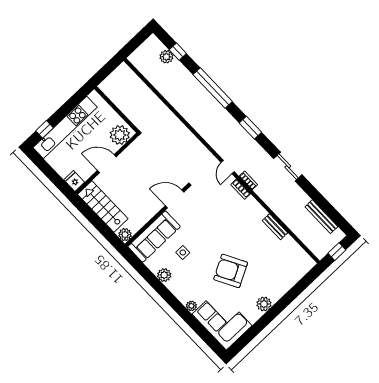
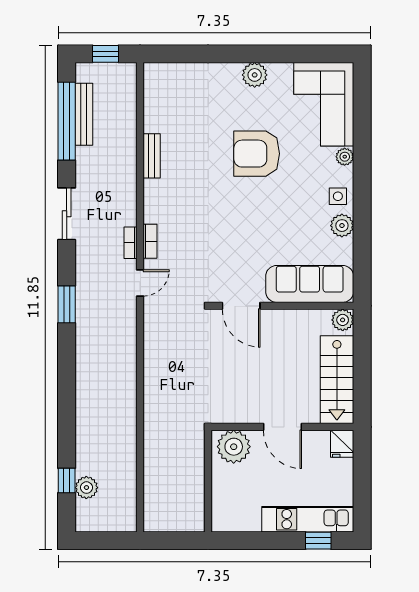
window: (213, 88) -> (67, 121), moved
kitchen unit: (65, 127) -> (308, 519), width x0.73
side table: (183, 252) -> (338, 196), moved
armchair: (231, 271) -> (257, 154), turned 118

